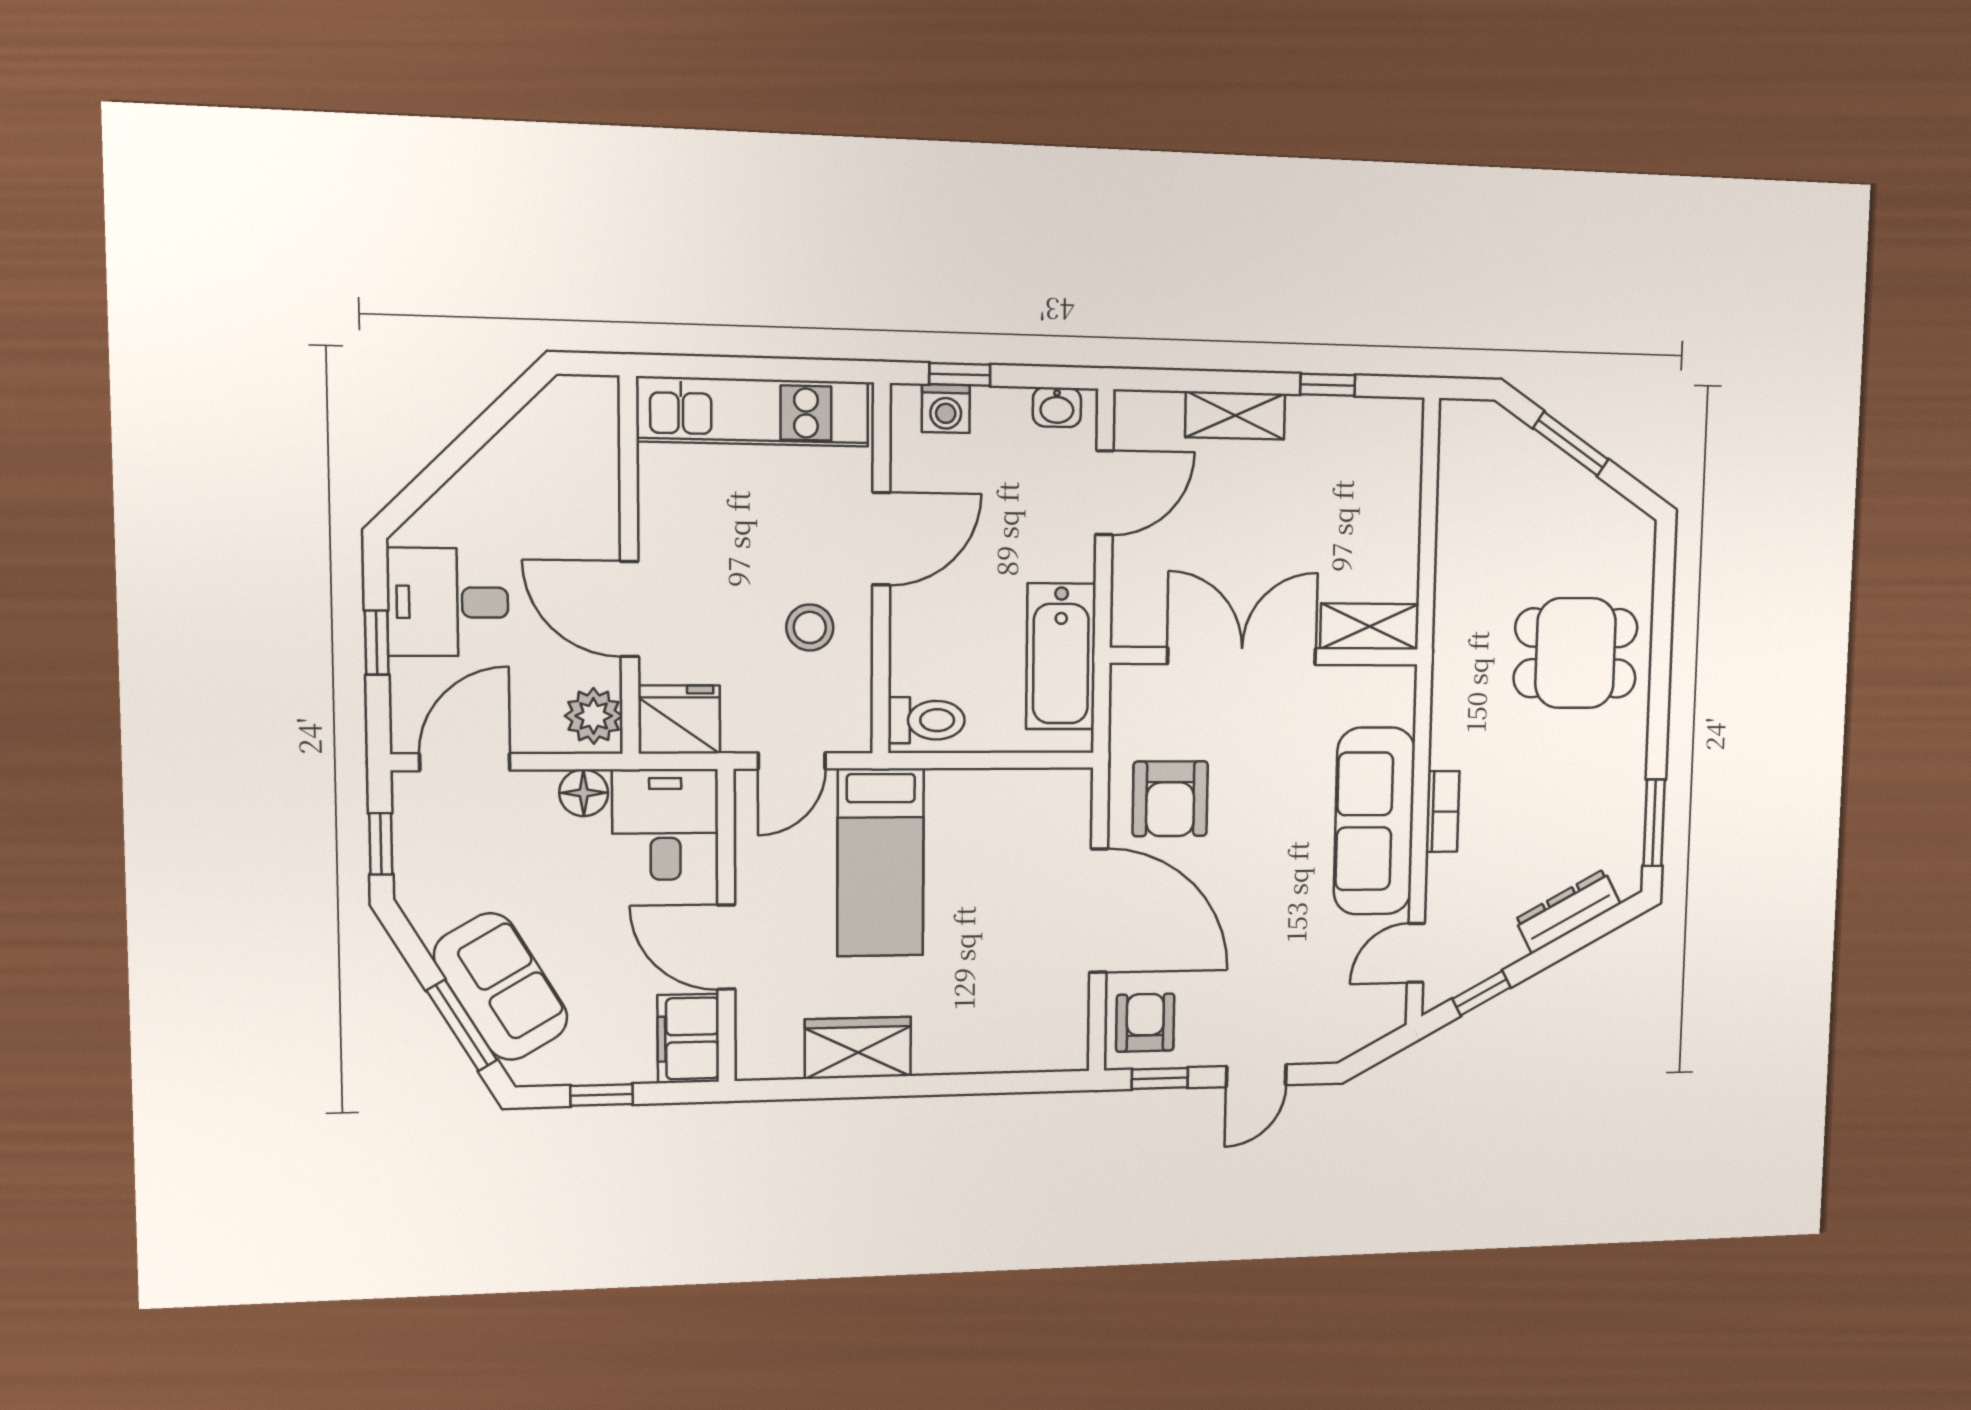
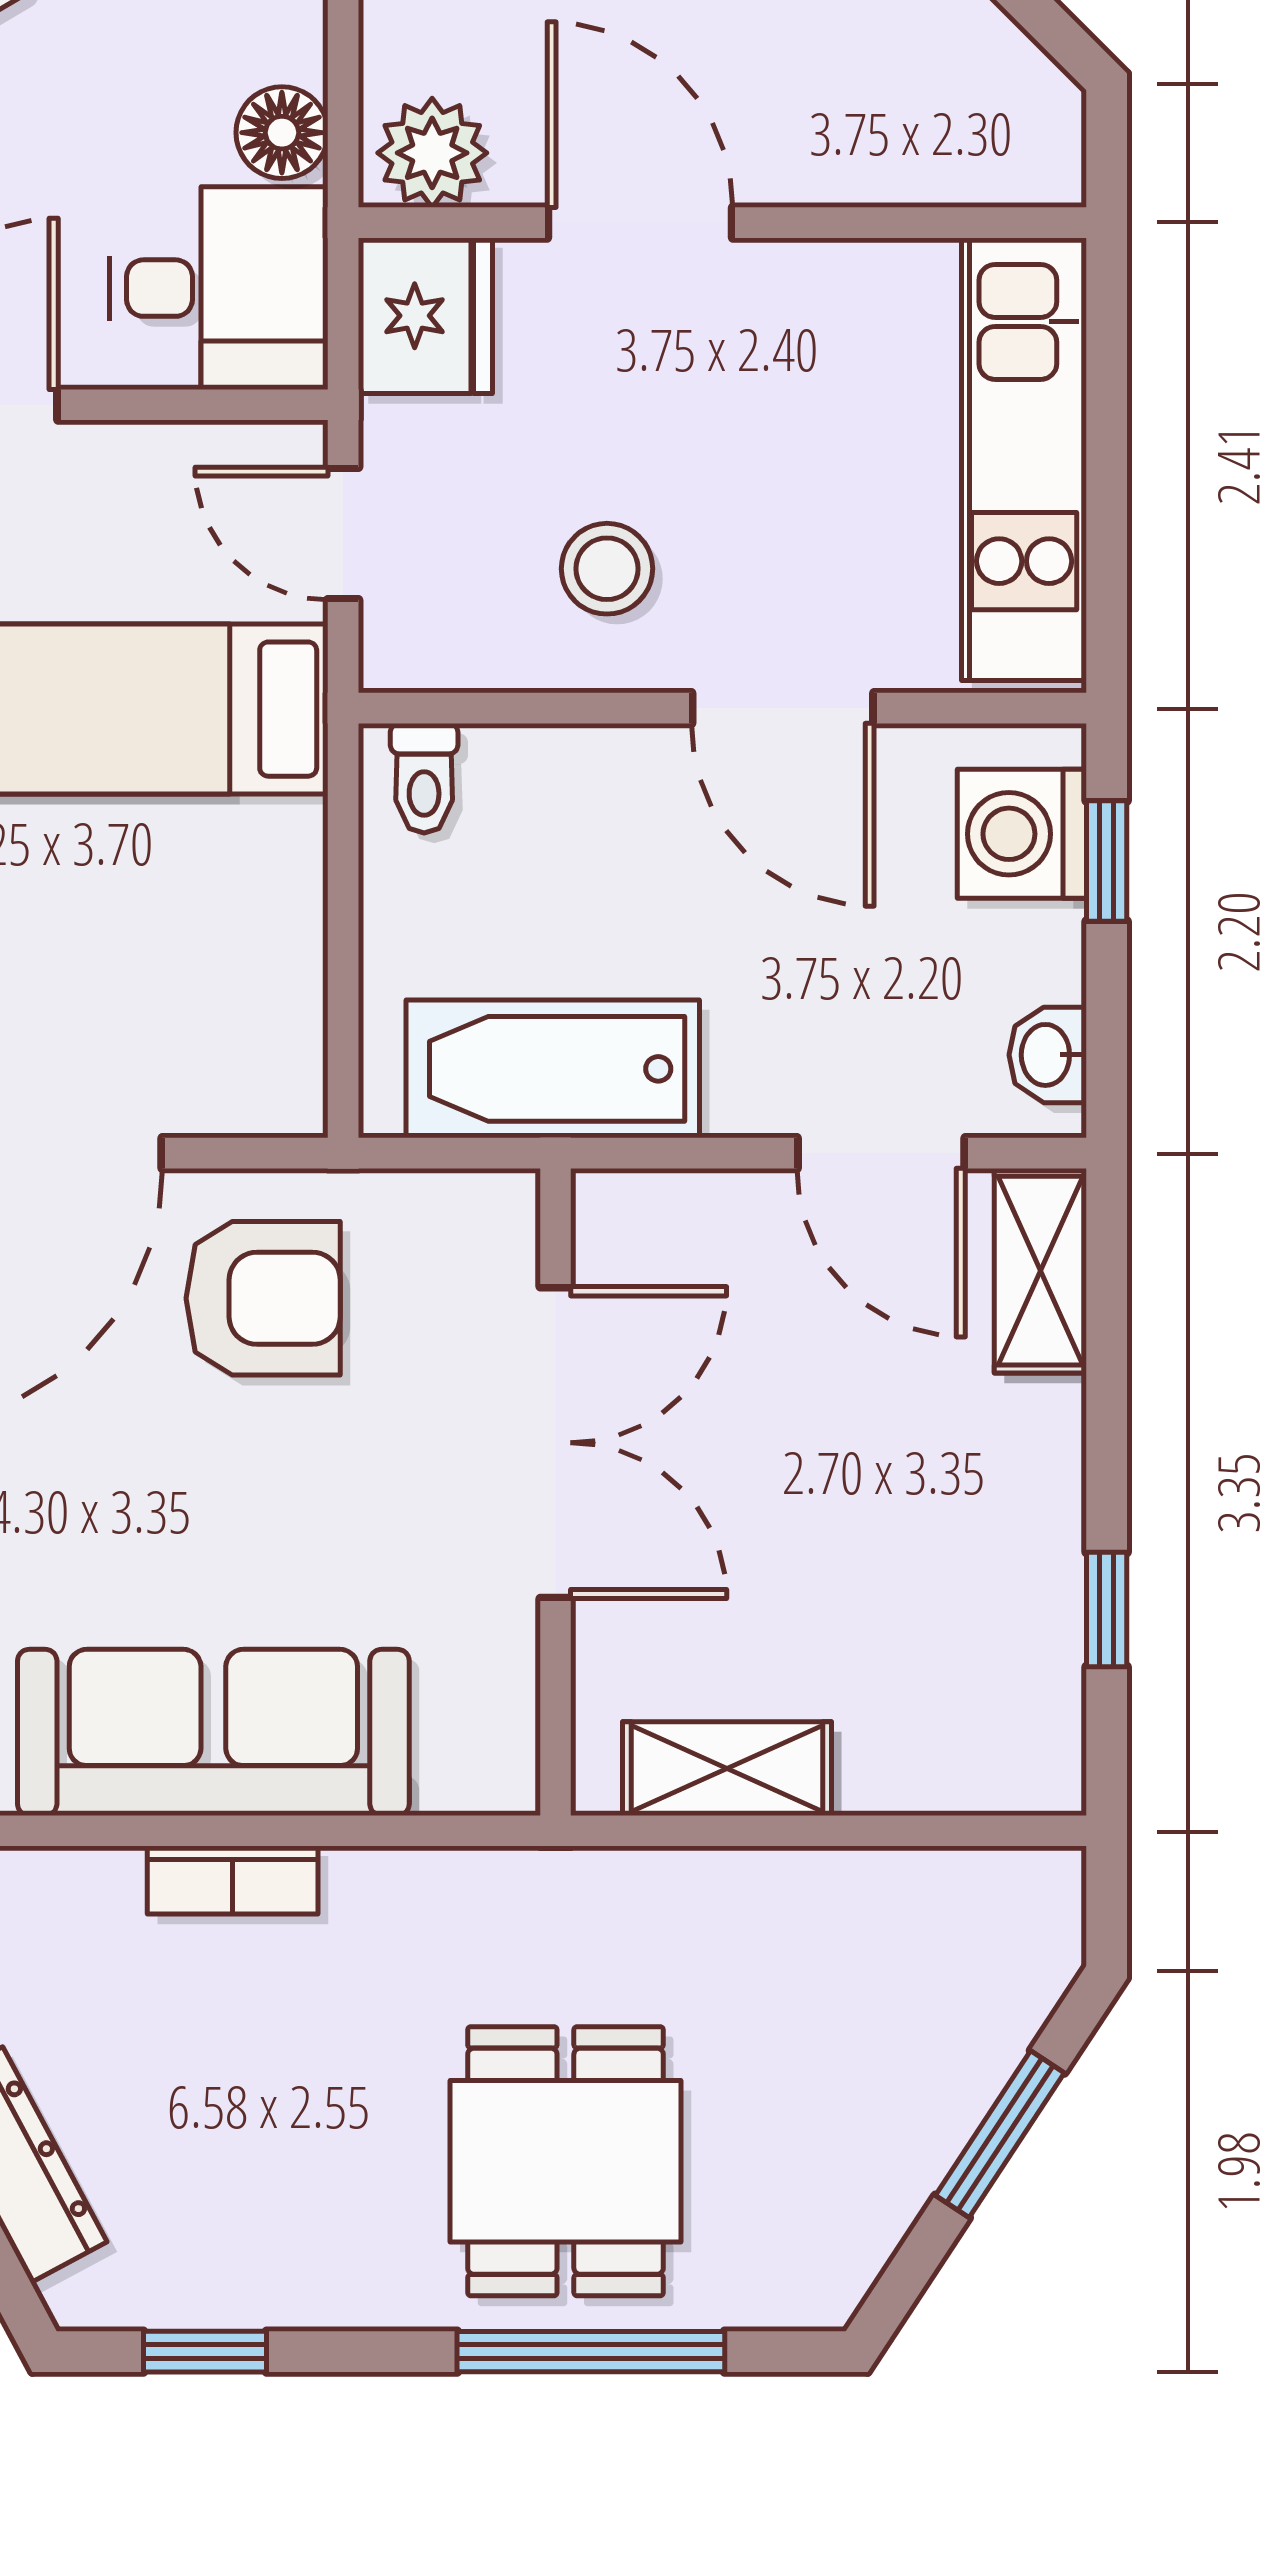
washing machine: (946, 409) -> (1022, 834), width x1.38, depth x1.38
shelving: (1235, 415) -> (1040, 1271), moved
door: (630, 609) -> (640, 223), hinge flipped
shelving: (1370, 627) -> (727, 1769), moved, turned 90
window: (1661, 642) -> (591, 2352), added
toilet: (926, 720) -> (424, 778), width x0.73, depth x0.72
armchair: (1170, 799) -> (263, 1298), turned 180
window: (1654, 823) -> (205, 2352), width x0.67

